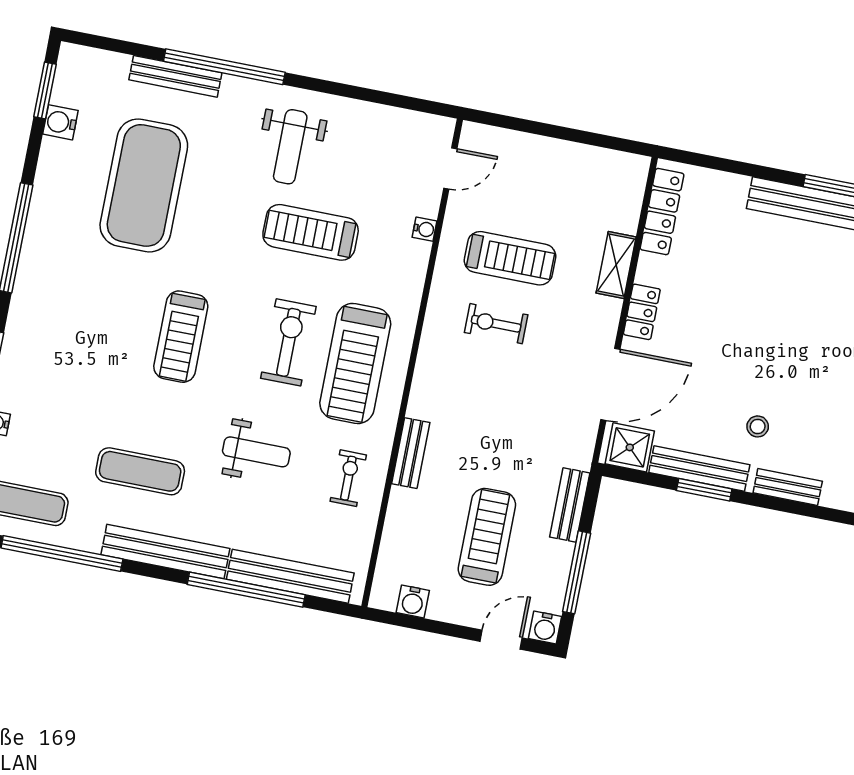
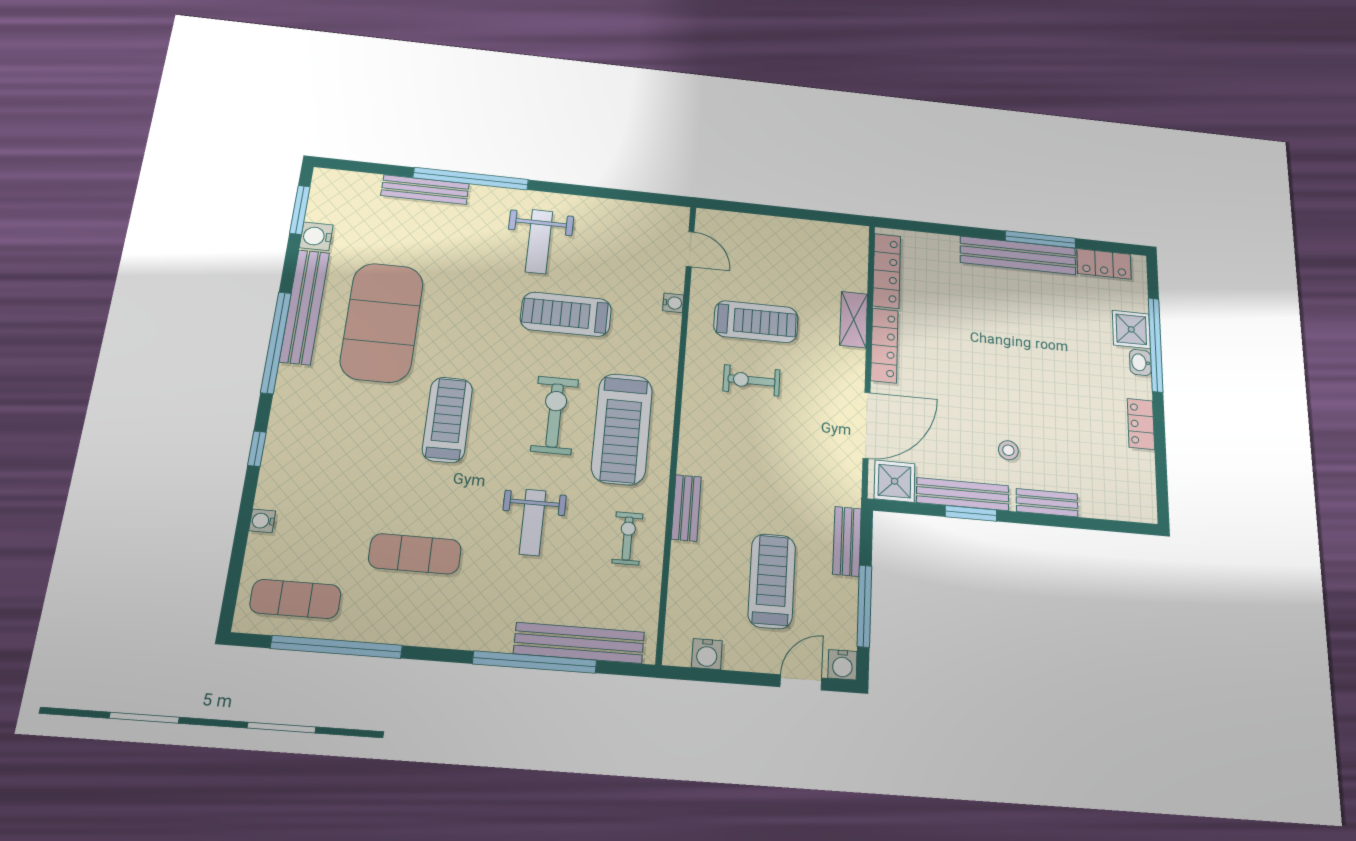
door: (450, 168) -> (690, 249), hinge flipped
exercise mat: (144, 185) -> (382, 322), moved
locker: (642, 312) -> (884, 346), width x1.53
treadmill: (181, 337) -> (447, 420), turned 180
weight bench: (256, 452) -> (533, 522), turned 90
bench: (165, 552) -> (304, 307), moved, turned 90

